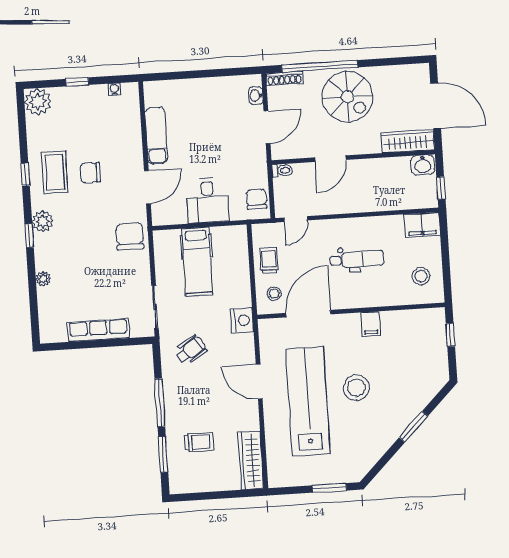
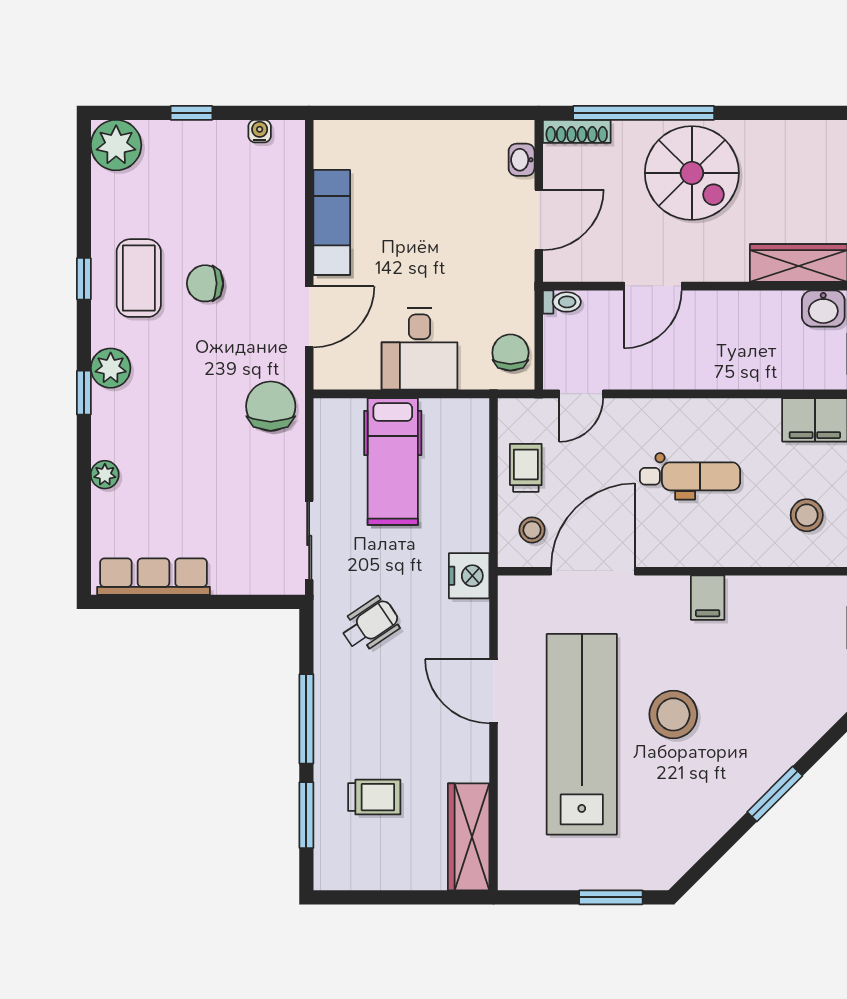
row of seats: (98, 330) -> (153, 577), moved

